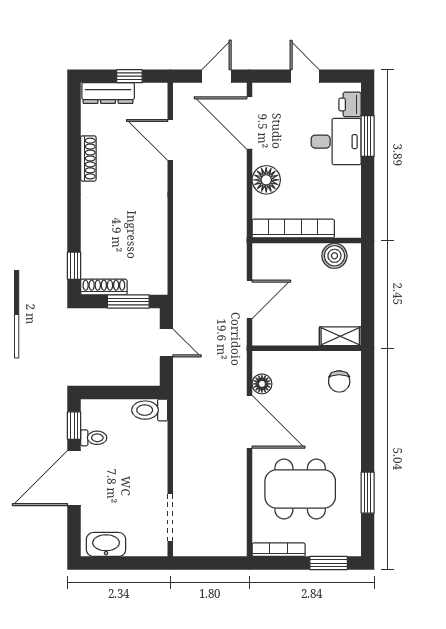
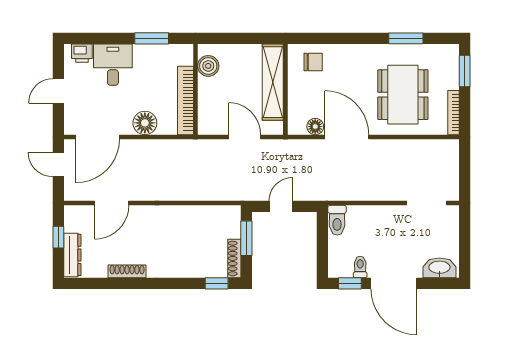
window: (368, 136) -> (152, 38), moved
shelving: (340, 336) -> (273, 82), width x2.20, depth x1.33
door: (249, 422) -> (347, 137), hinge flipped
washbasin: (106, 544) -> (439, 268), moved, turned 90

